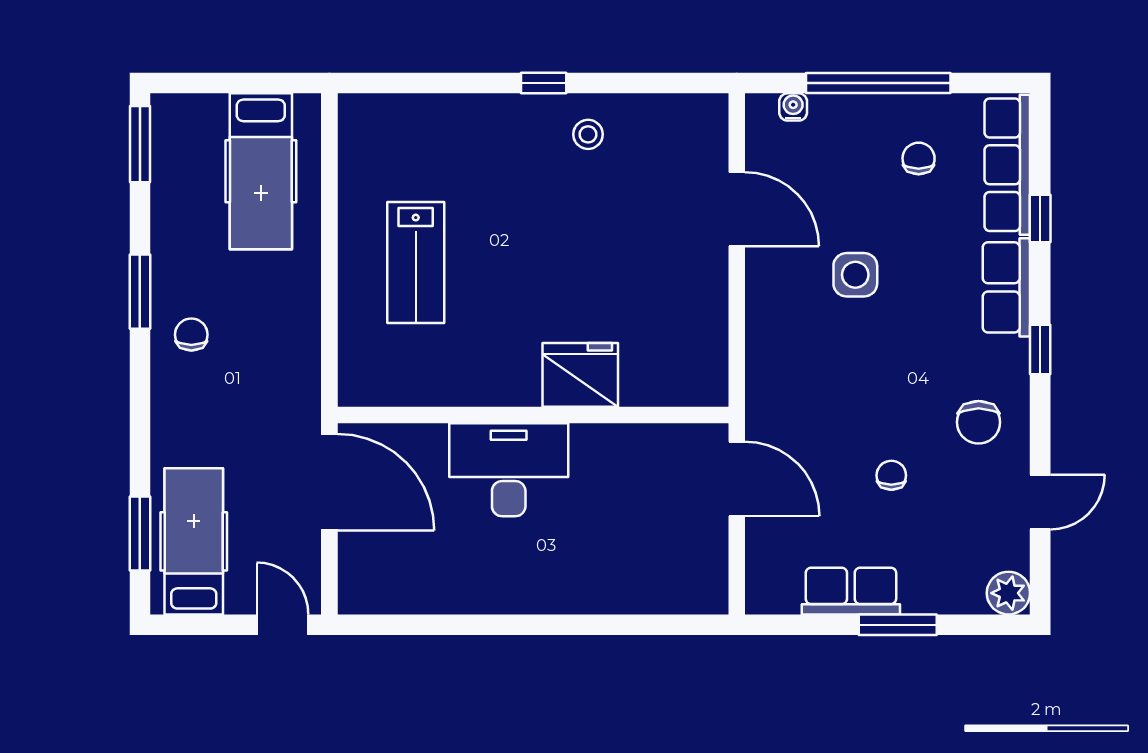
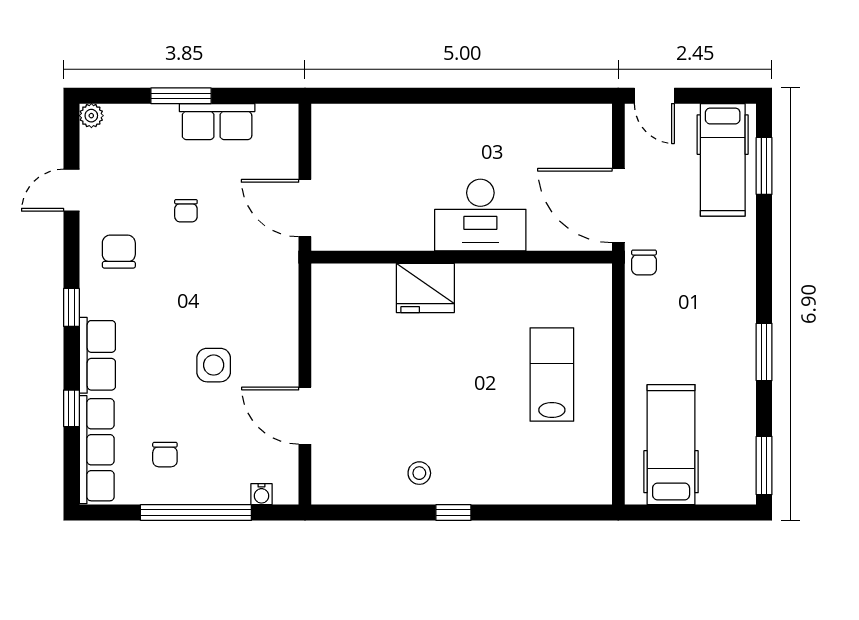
chair: (191, 335) -> (644, 262), moved
plant: (1008, 593) -> (91, 116), width x0.73, depth x0.73

